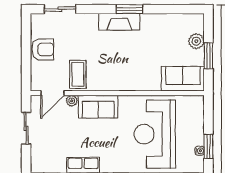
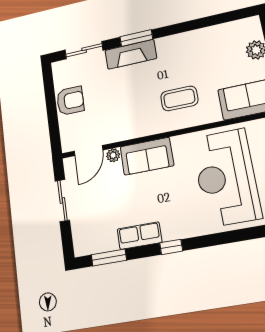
window: (130, 9) -> (136, 38), moved
fireplace: (119, 22) -> (131, 54), moved
coffee table: (78, 74) -> (179, 98), moved, turned 90

